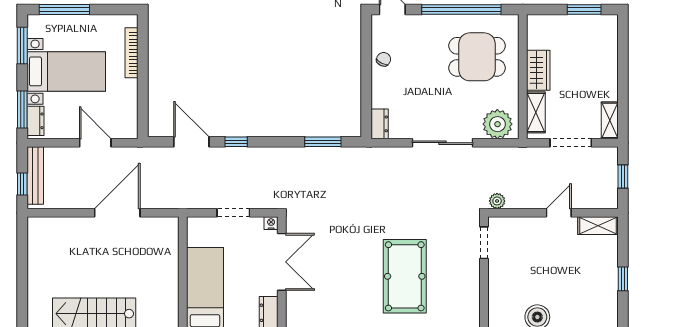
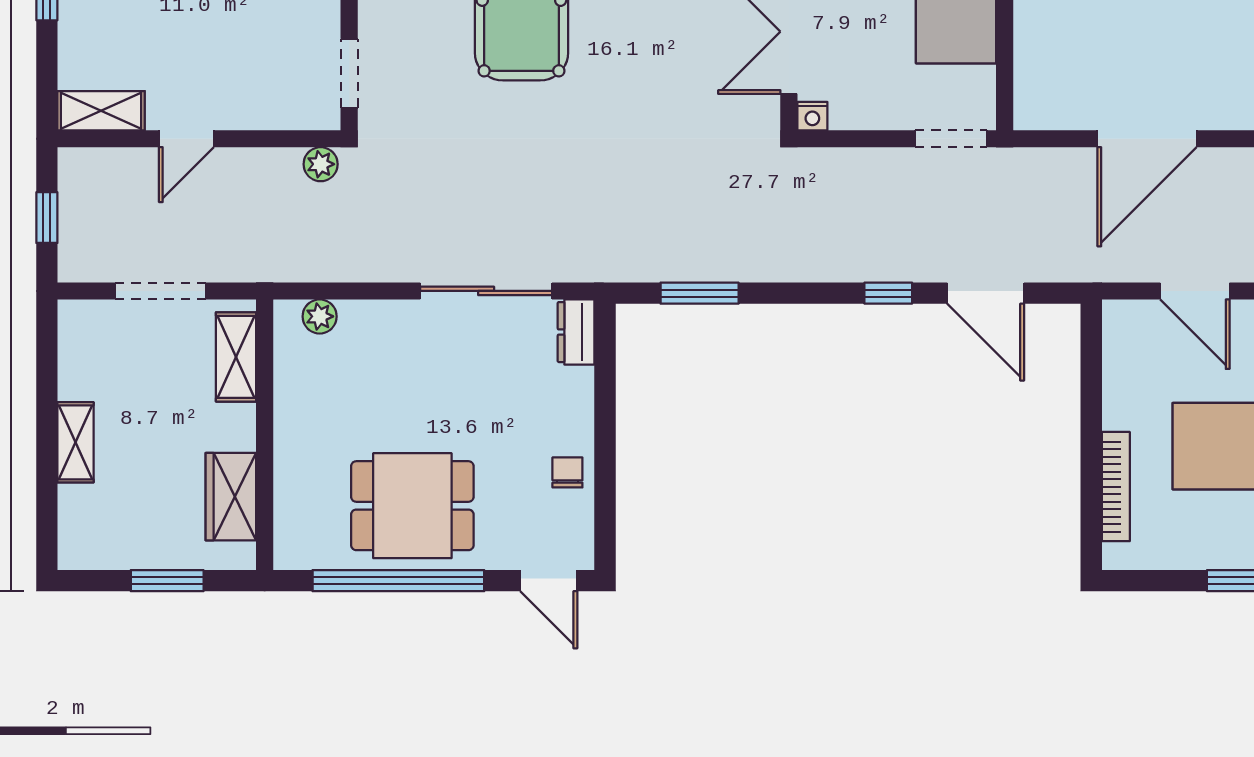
window: (584, 10) -> (167, 581), moved
dining table: (477, 57) -> (412, 506), moved
chair: (384, 59) -> (567, 472), turned 153
wardrobe: (538, 70) -> (231, 497), moved
shelving: (610, 120) -> (75, 442), moved
plant: (497, 124) -> (320, 316), width x0.53, depth x0.53
sliding door: (443, 143) -> (486, 291), moved
doorway: (233, 213) -> (951, 139), moved

